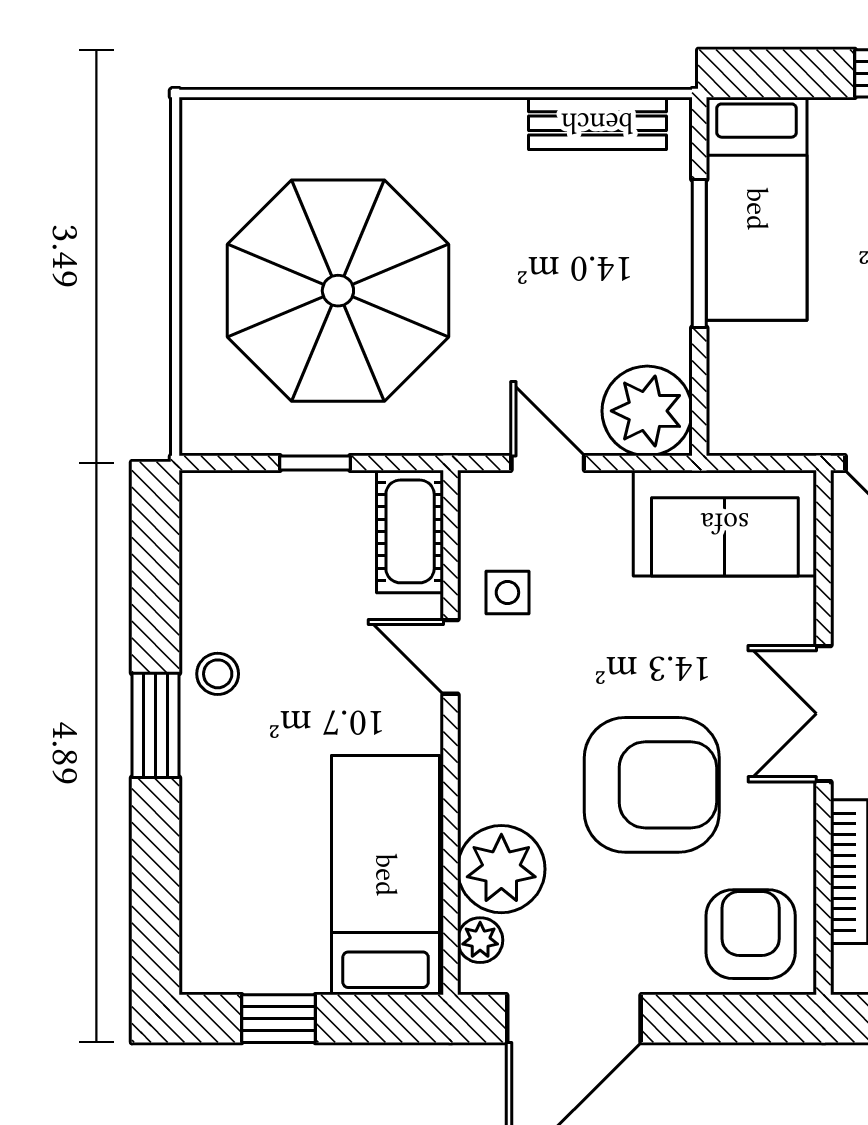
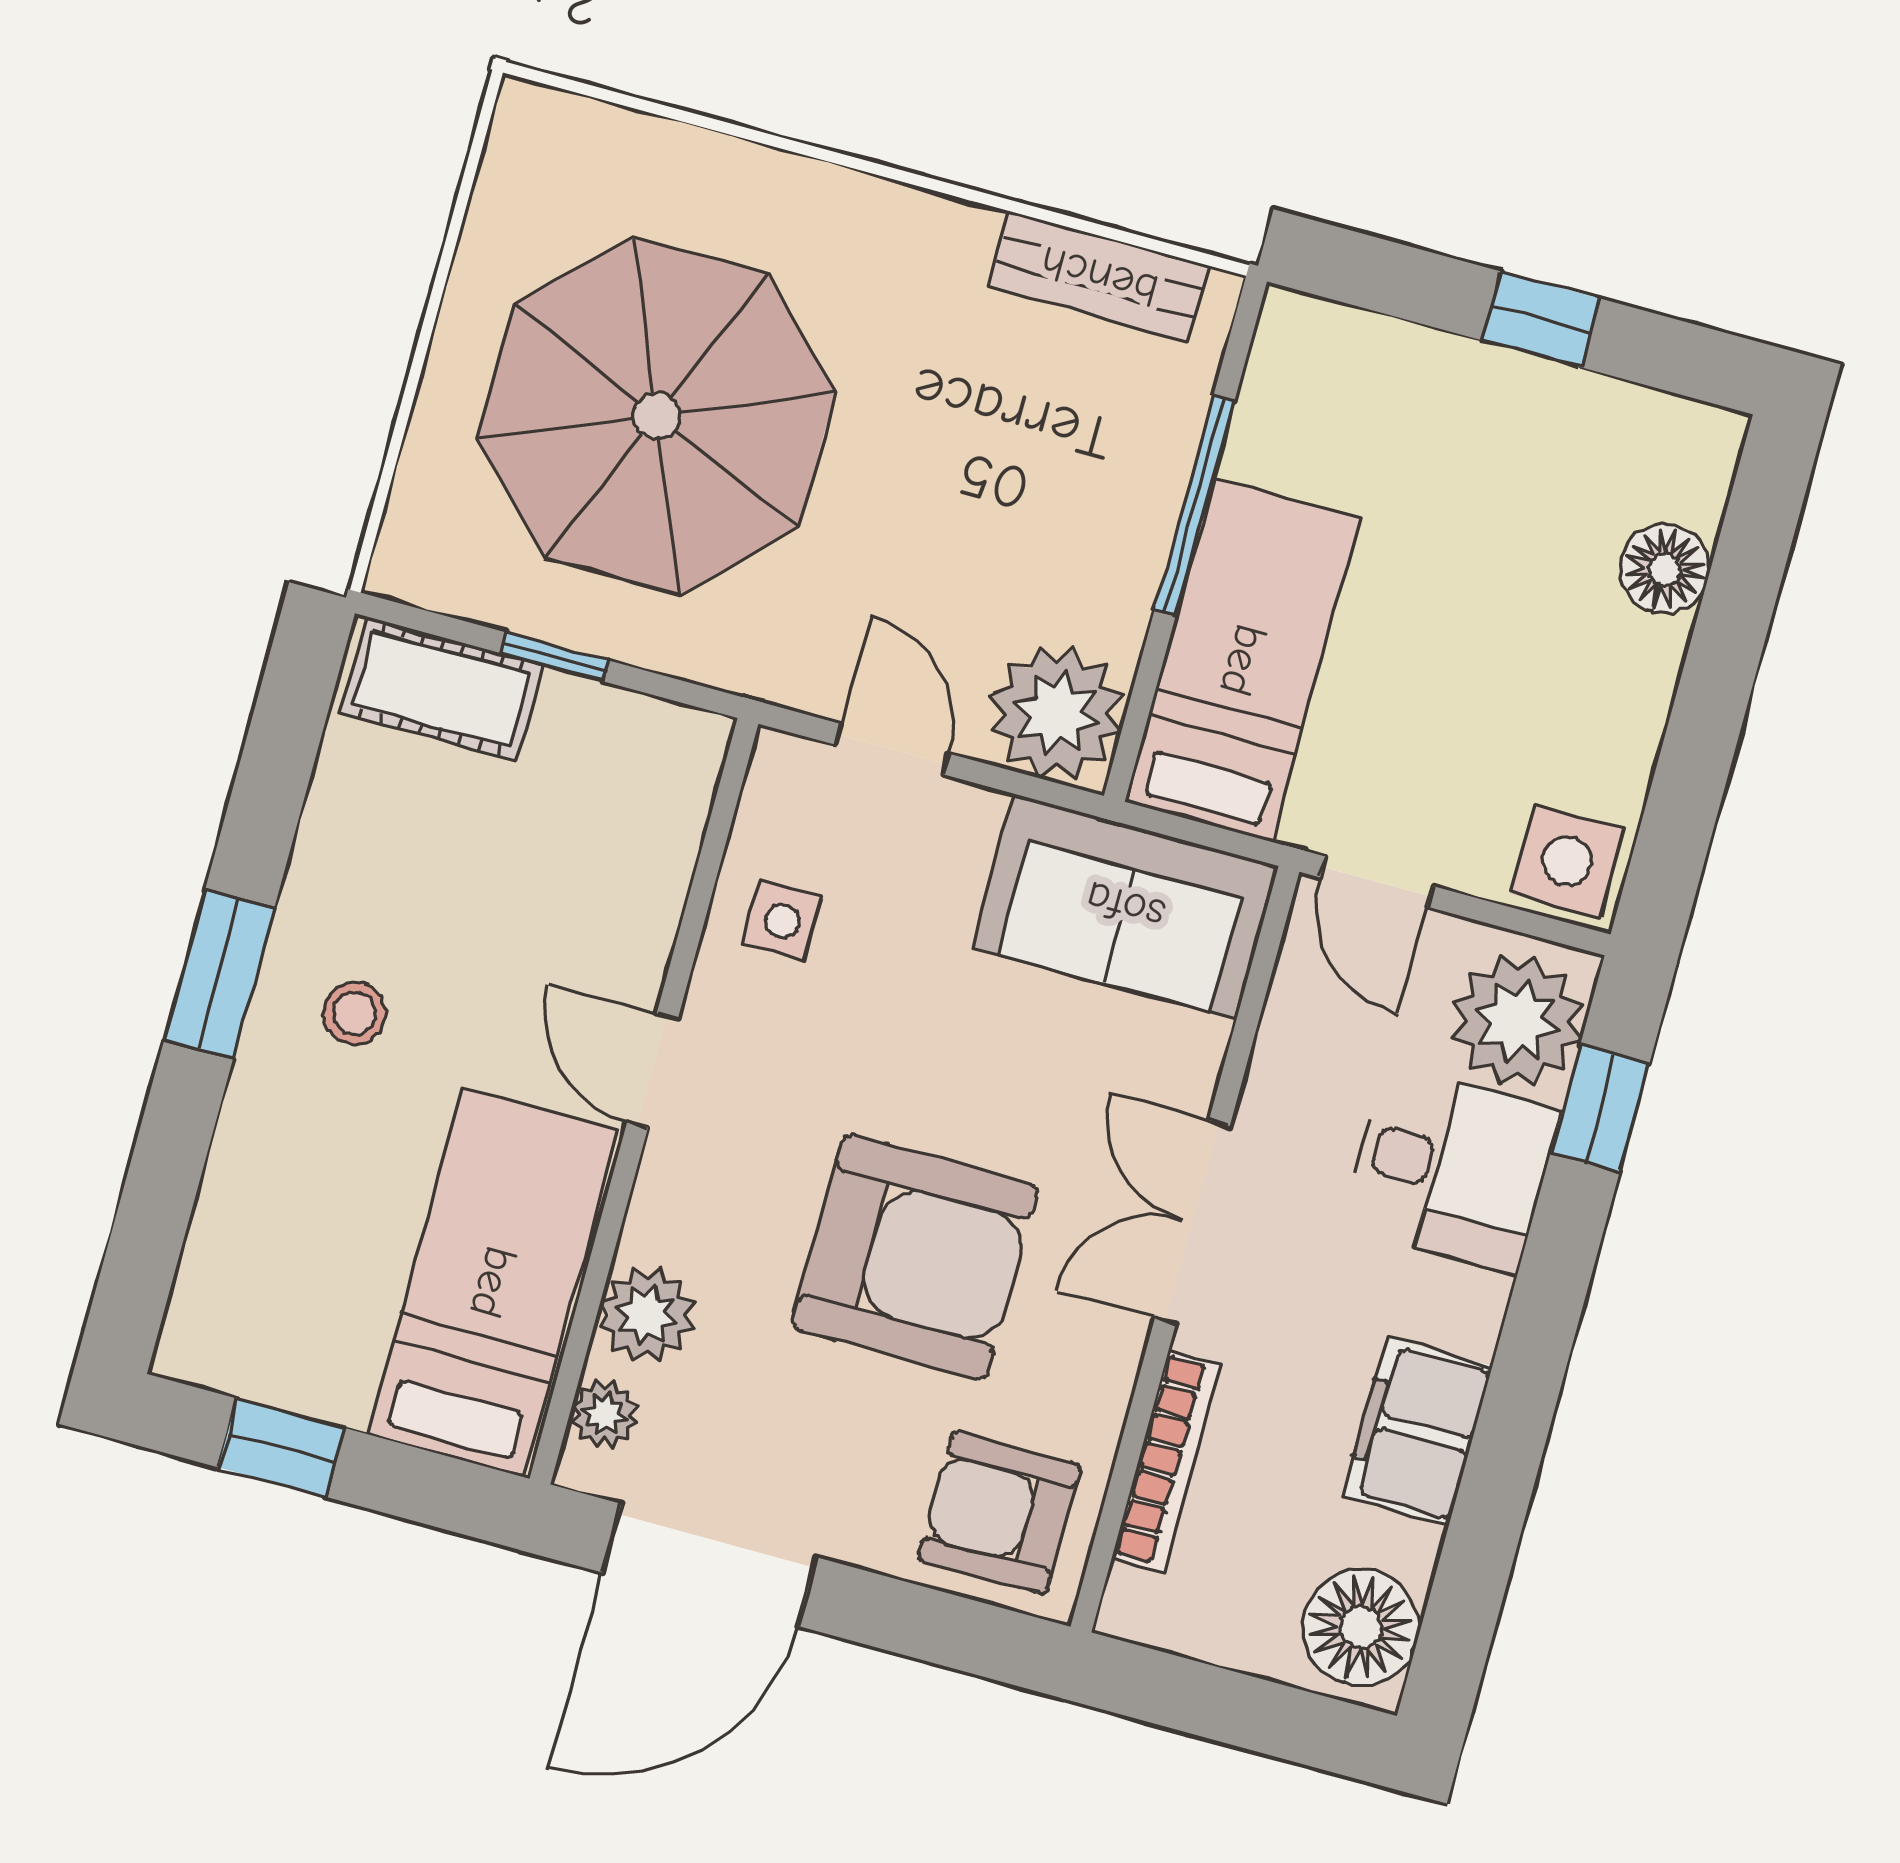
bed: (757, 209) -> (1243, 660), moved, turned 180
cot: (410, 531) -> (442, 689), moved, turned 90
door: (450, 657) -> (652, 1070), moved
stool: (218, 674) -> (354, 1013), moved
plant: (501, 869) -> (647, 1315), width x0.73, depth x0.73
armchair: (751, 934) -> (999, 1513), turned -90

